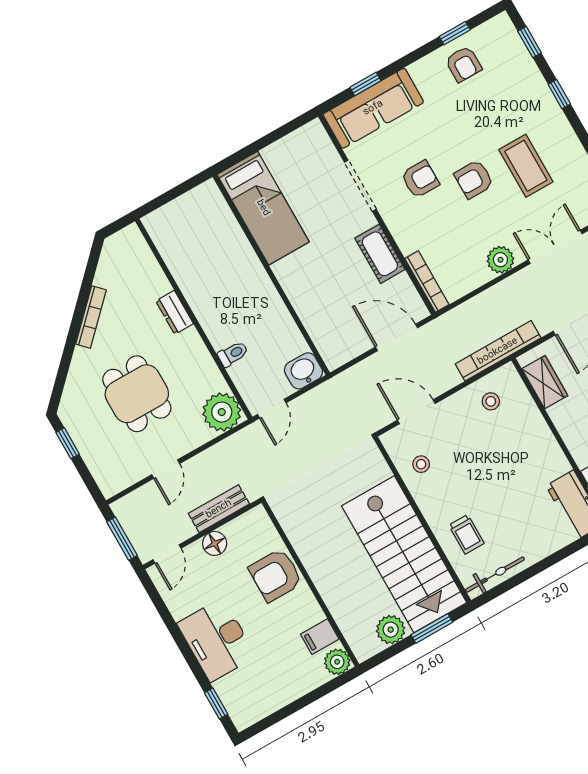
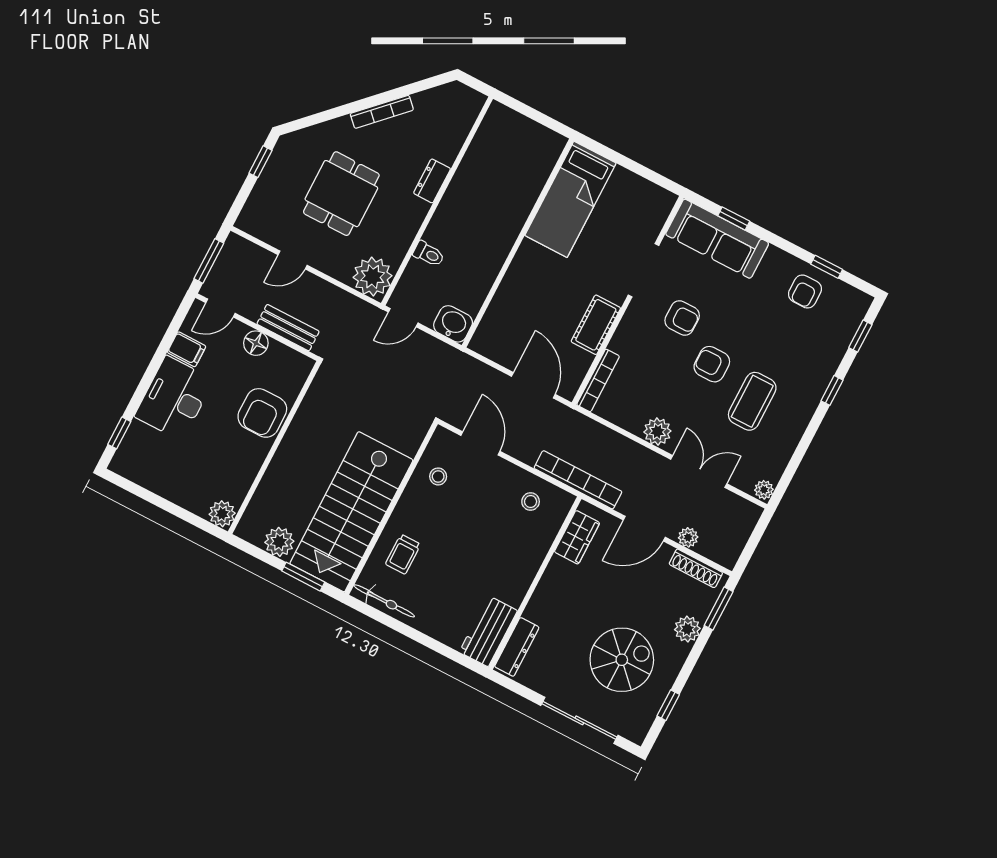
armchair: (276, 575) -> (262, 413), turned -90
filing cabinet: (320, 637) -> (187, 349), moved, turned 180

